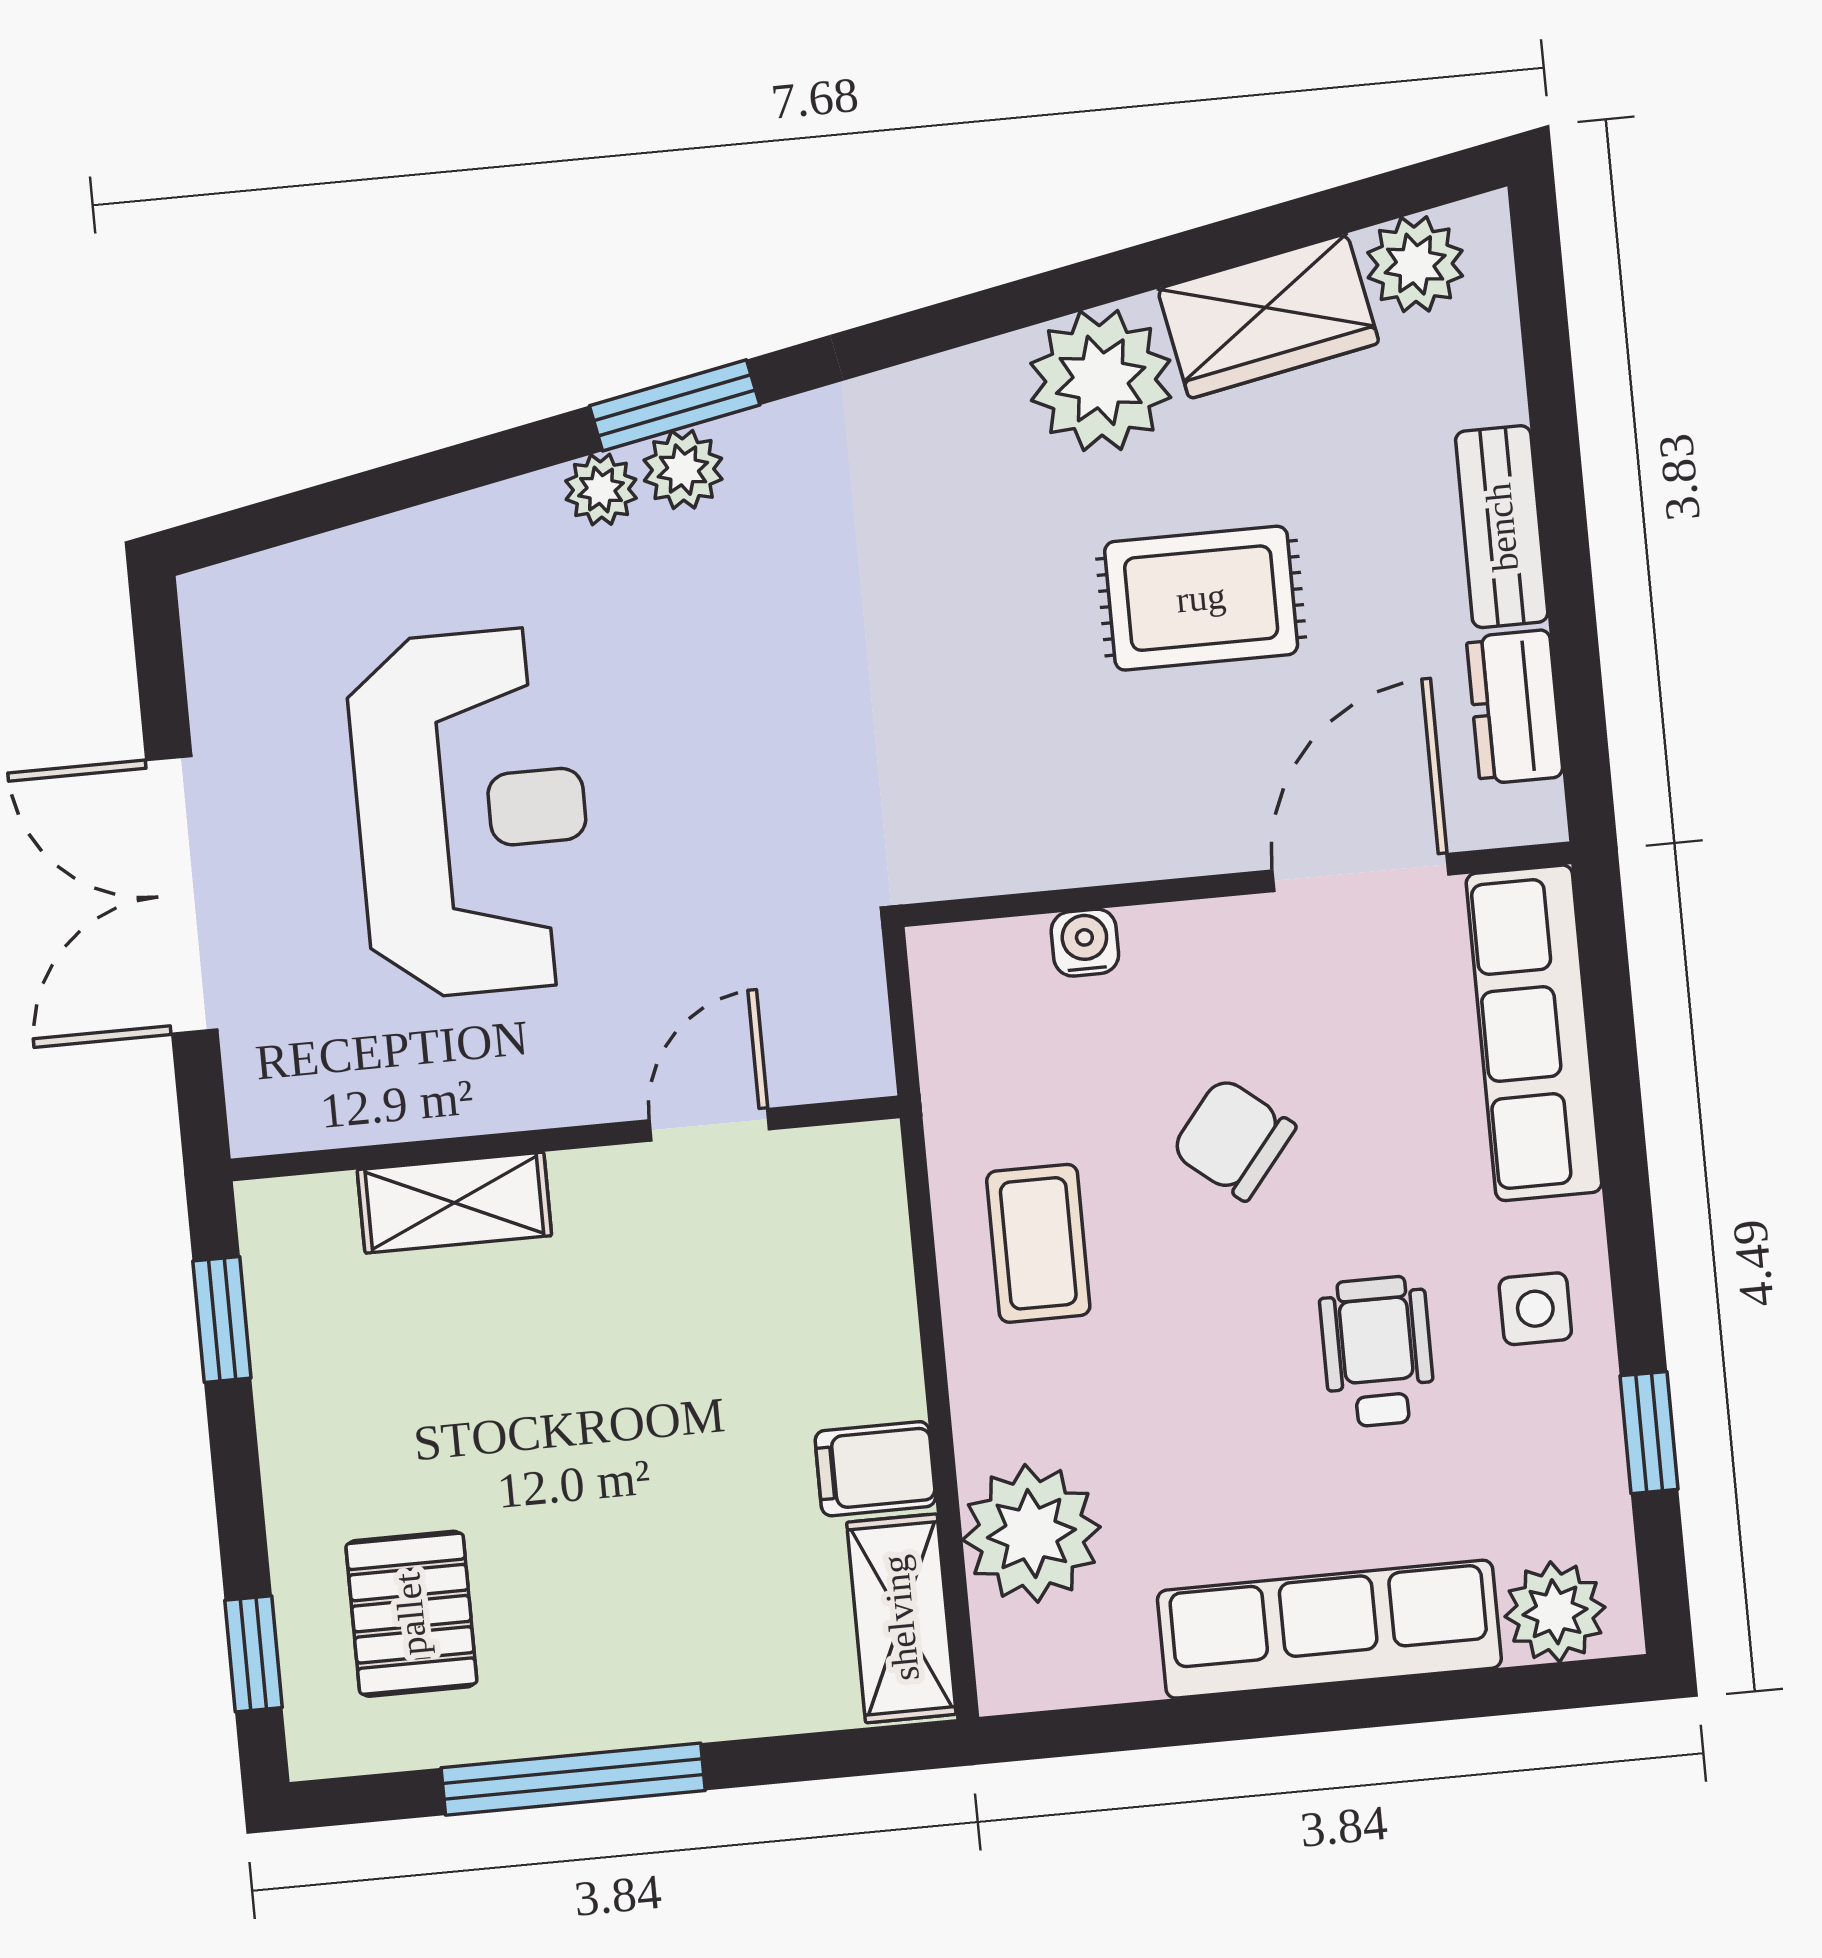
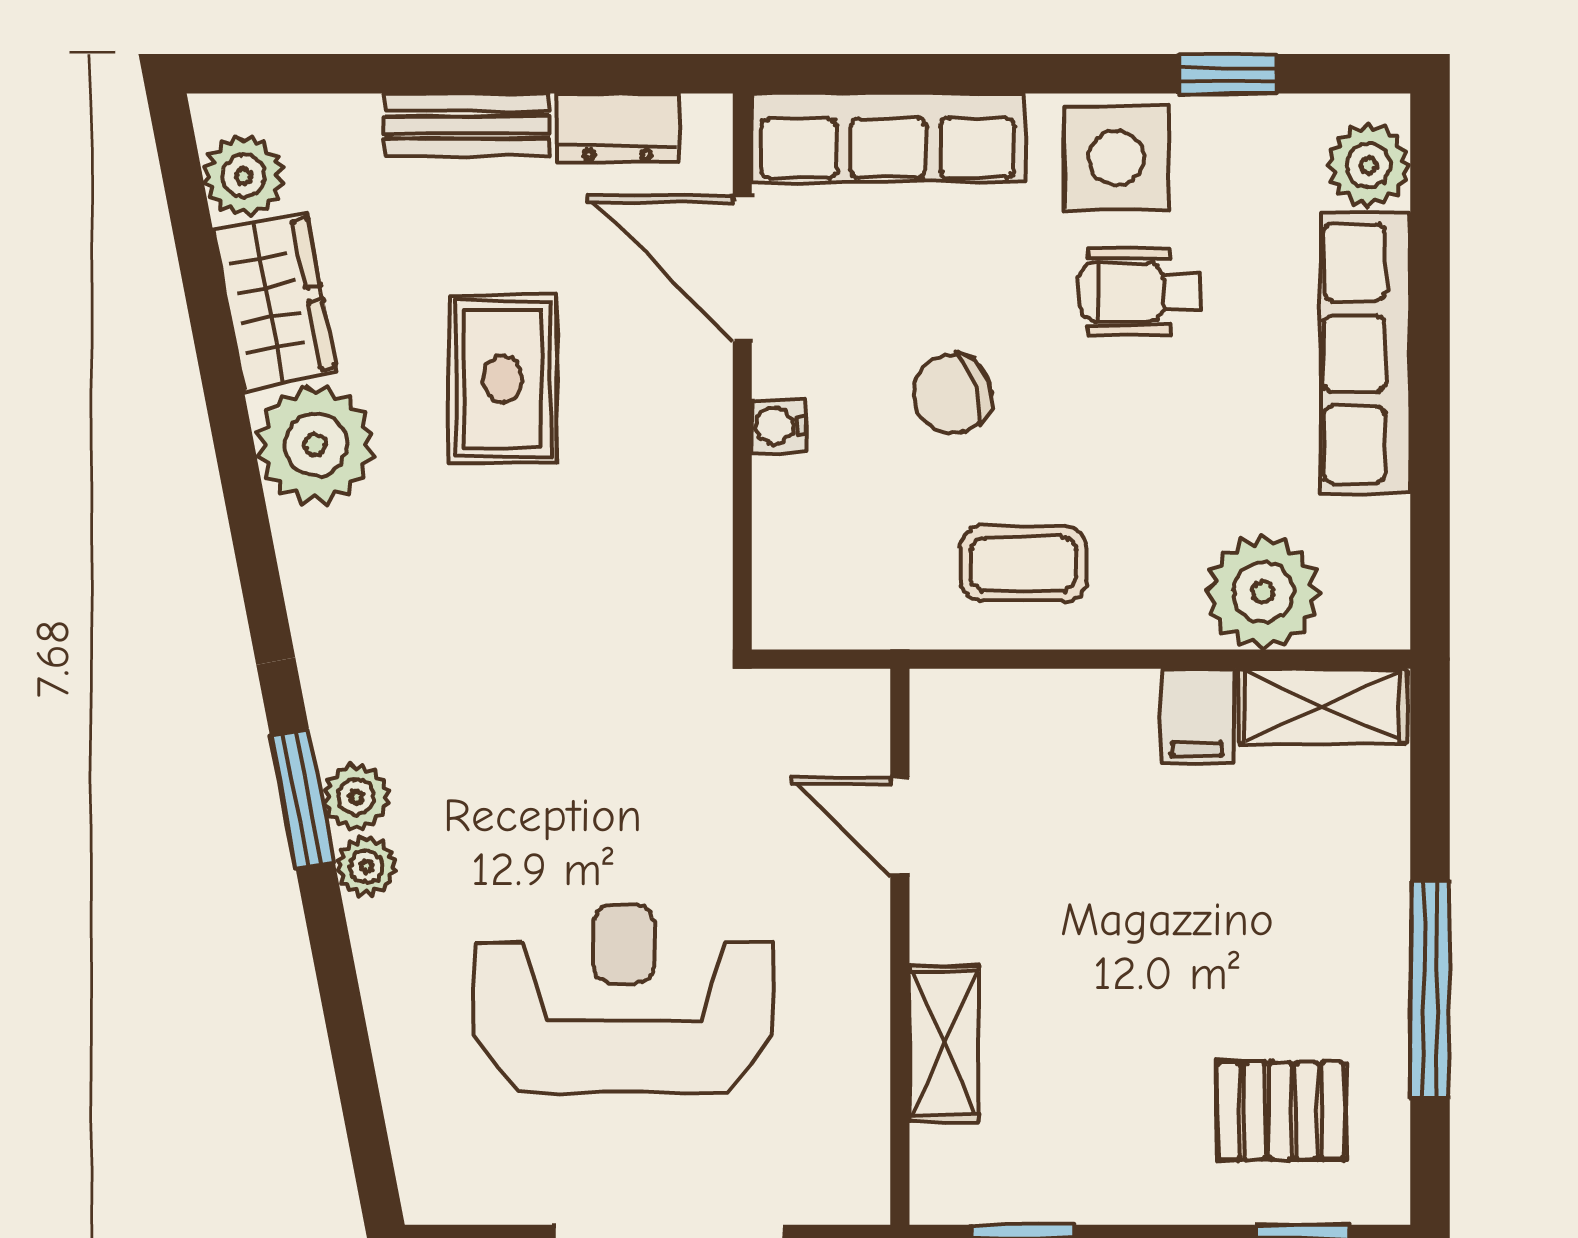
water cooler: (1085, 943) -> (779, 426), moved
chair: (1233, 1139) -> (952, 394), turned 32
side table: (1535, 1309) -> (1116, 158), width x1.87, depth x1.87

